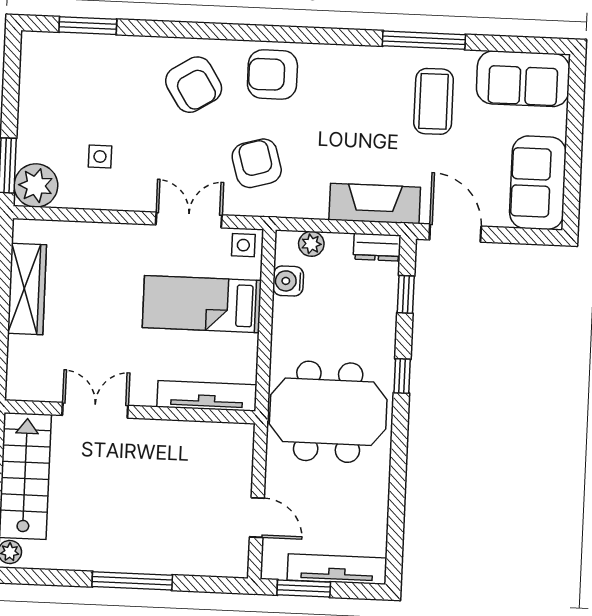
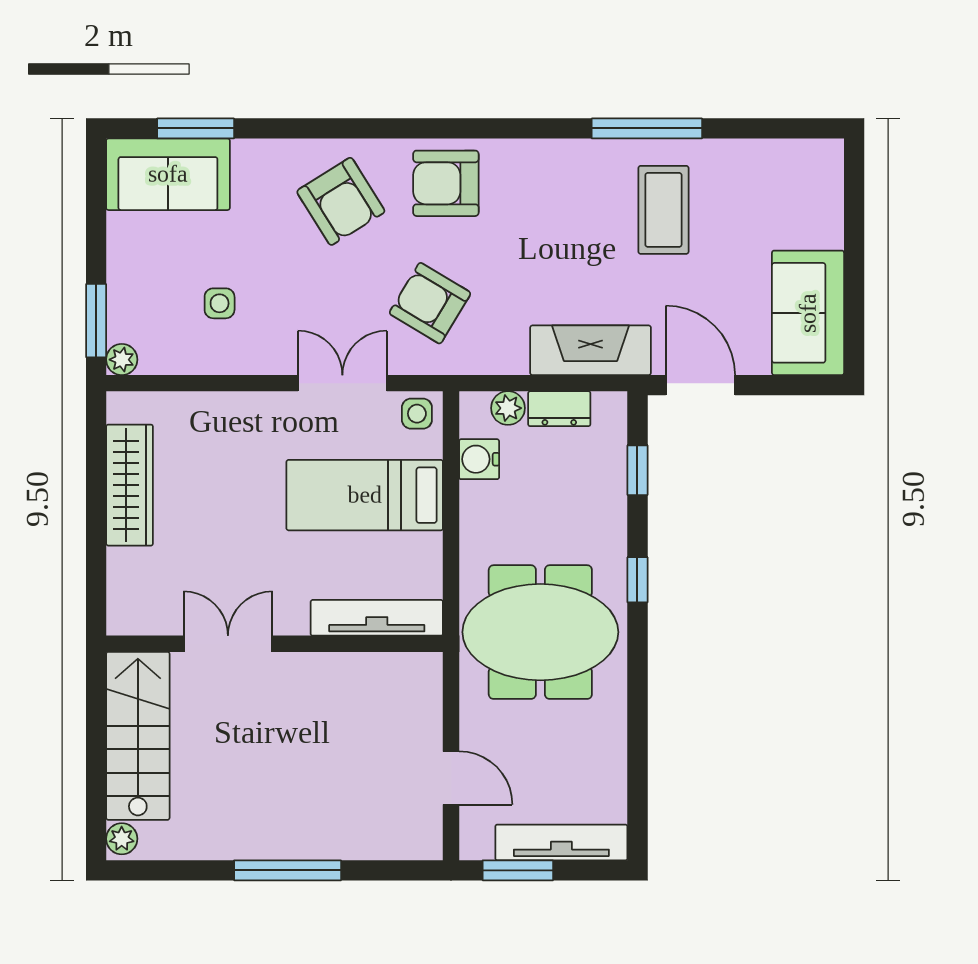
sofa: (523, 79) -> (168, 174), moved
armchair: (257, 163) -> (430, 303), turned -43
plant: (36, 185) -> (122, 360), width x0.53, depth x0.53
dresser: (377, 247) -> (559, 409), moved

